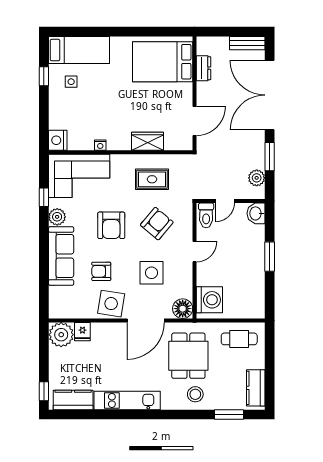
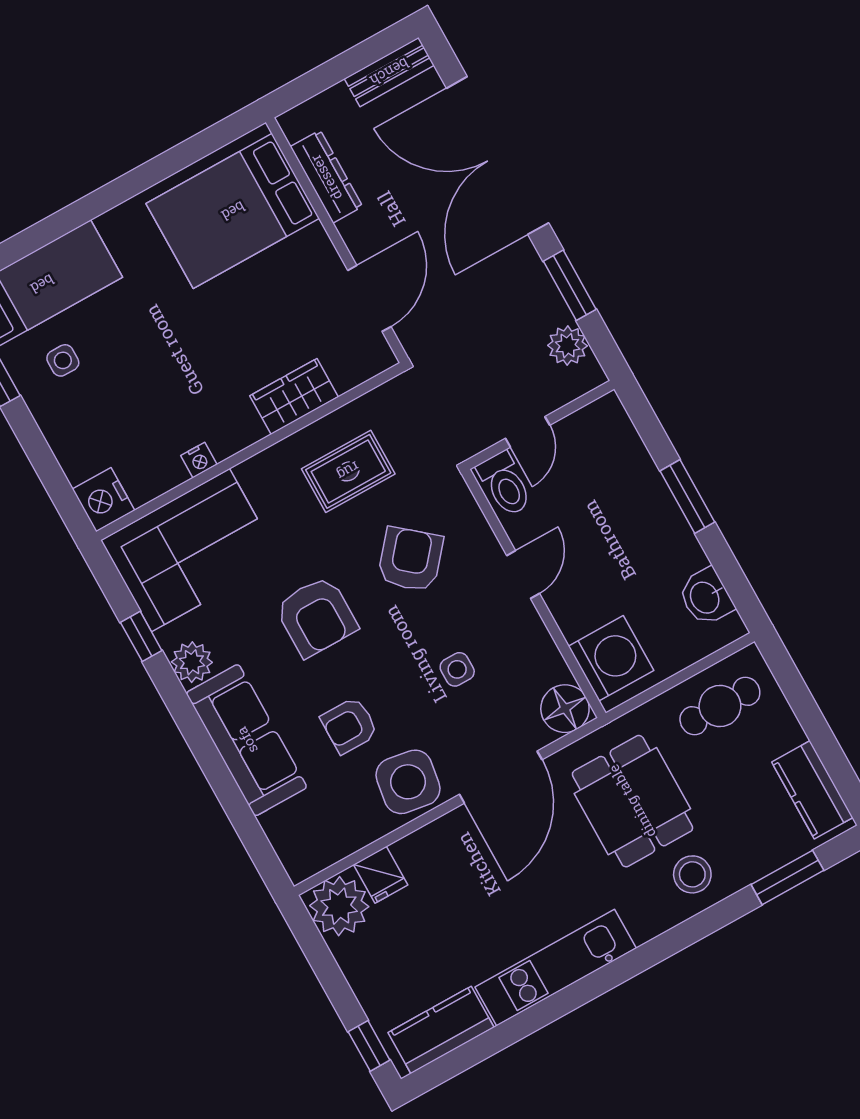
dresser: (203, 68) -> (326, 177), width x1.44
washbasin: (256, 213) -> (706, 597), moved
side table: (152, 273) -> (457, 669), width x0.54, depth x0.54

